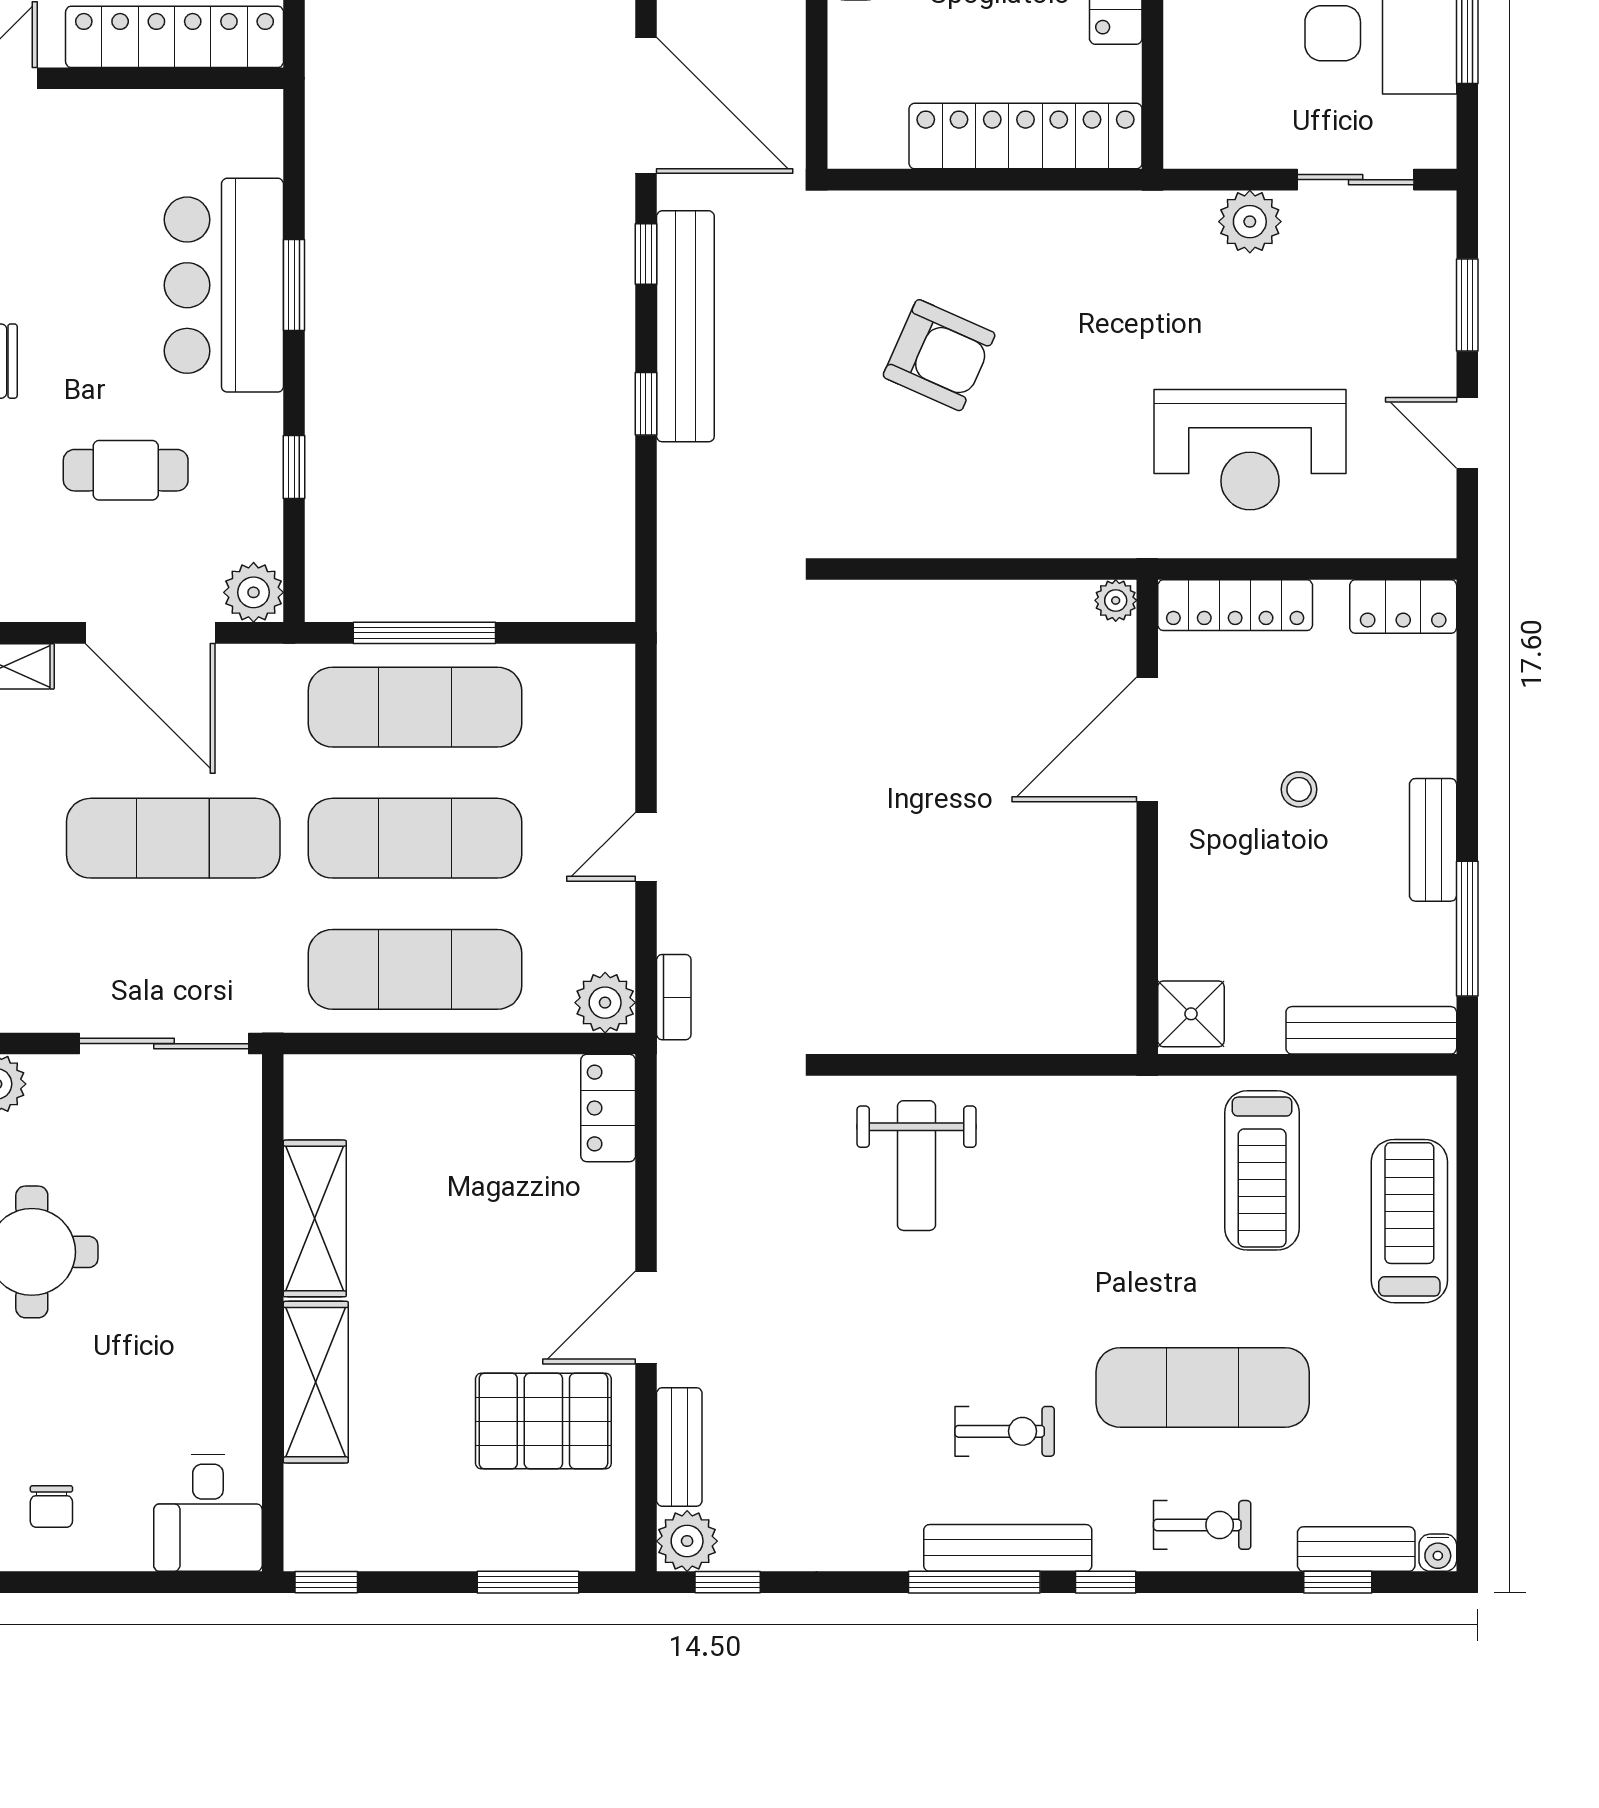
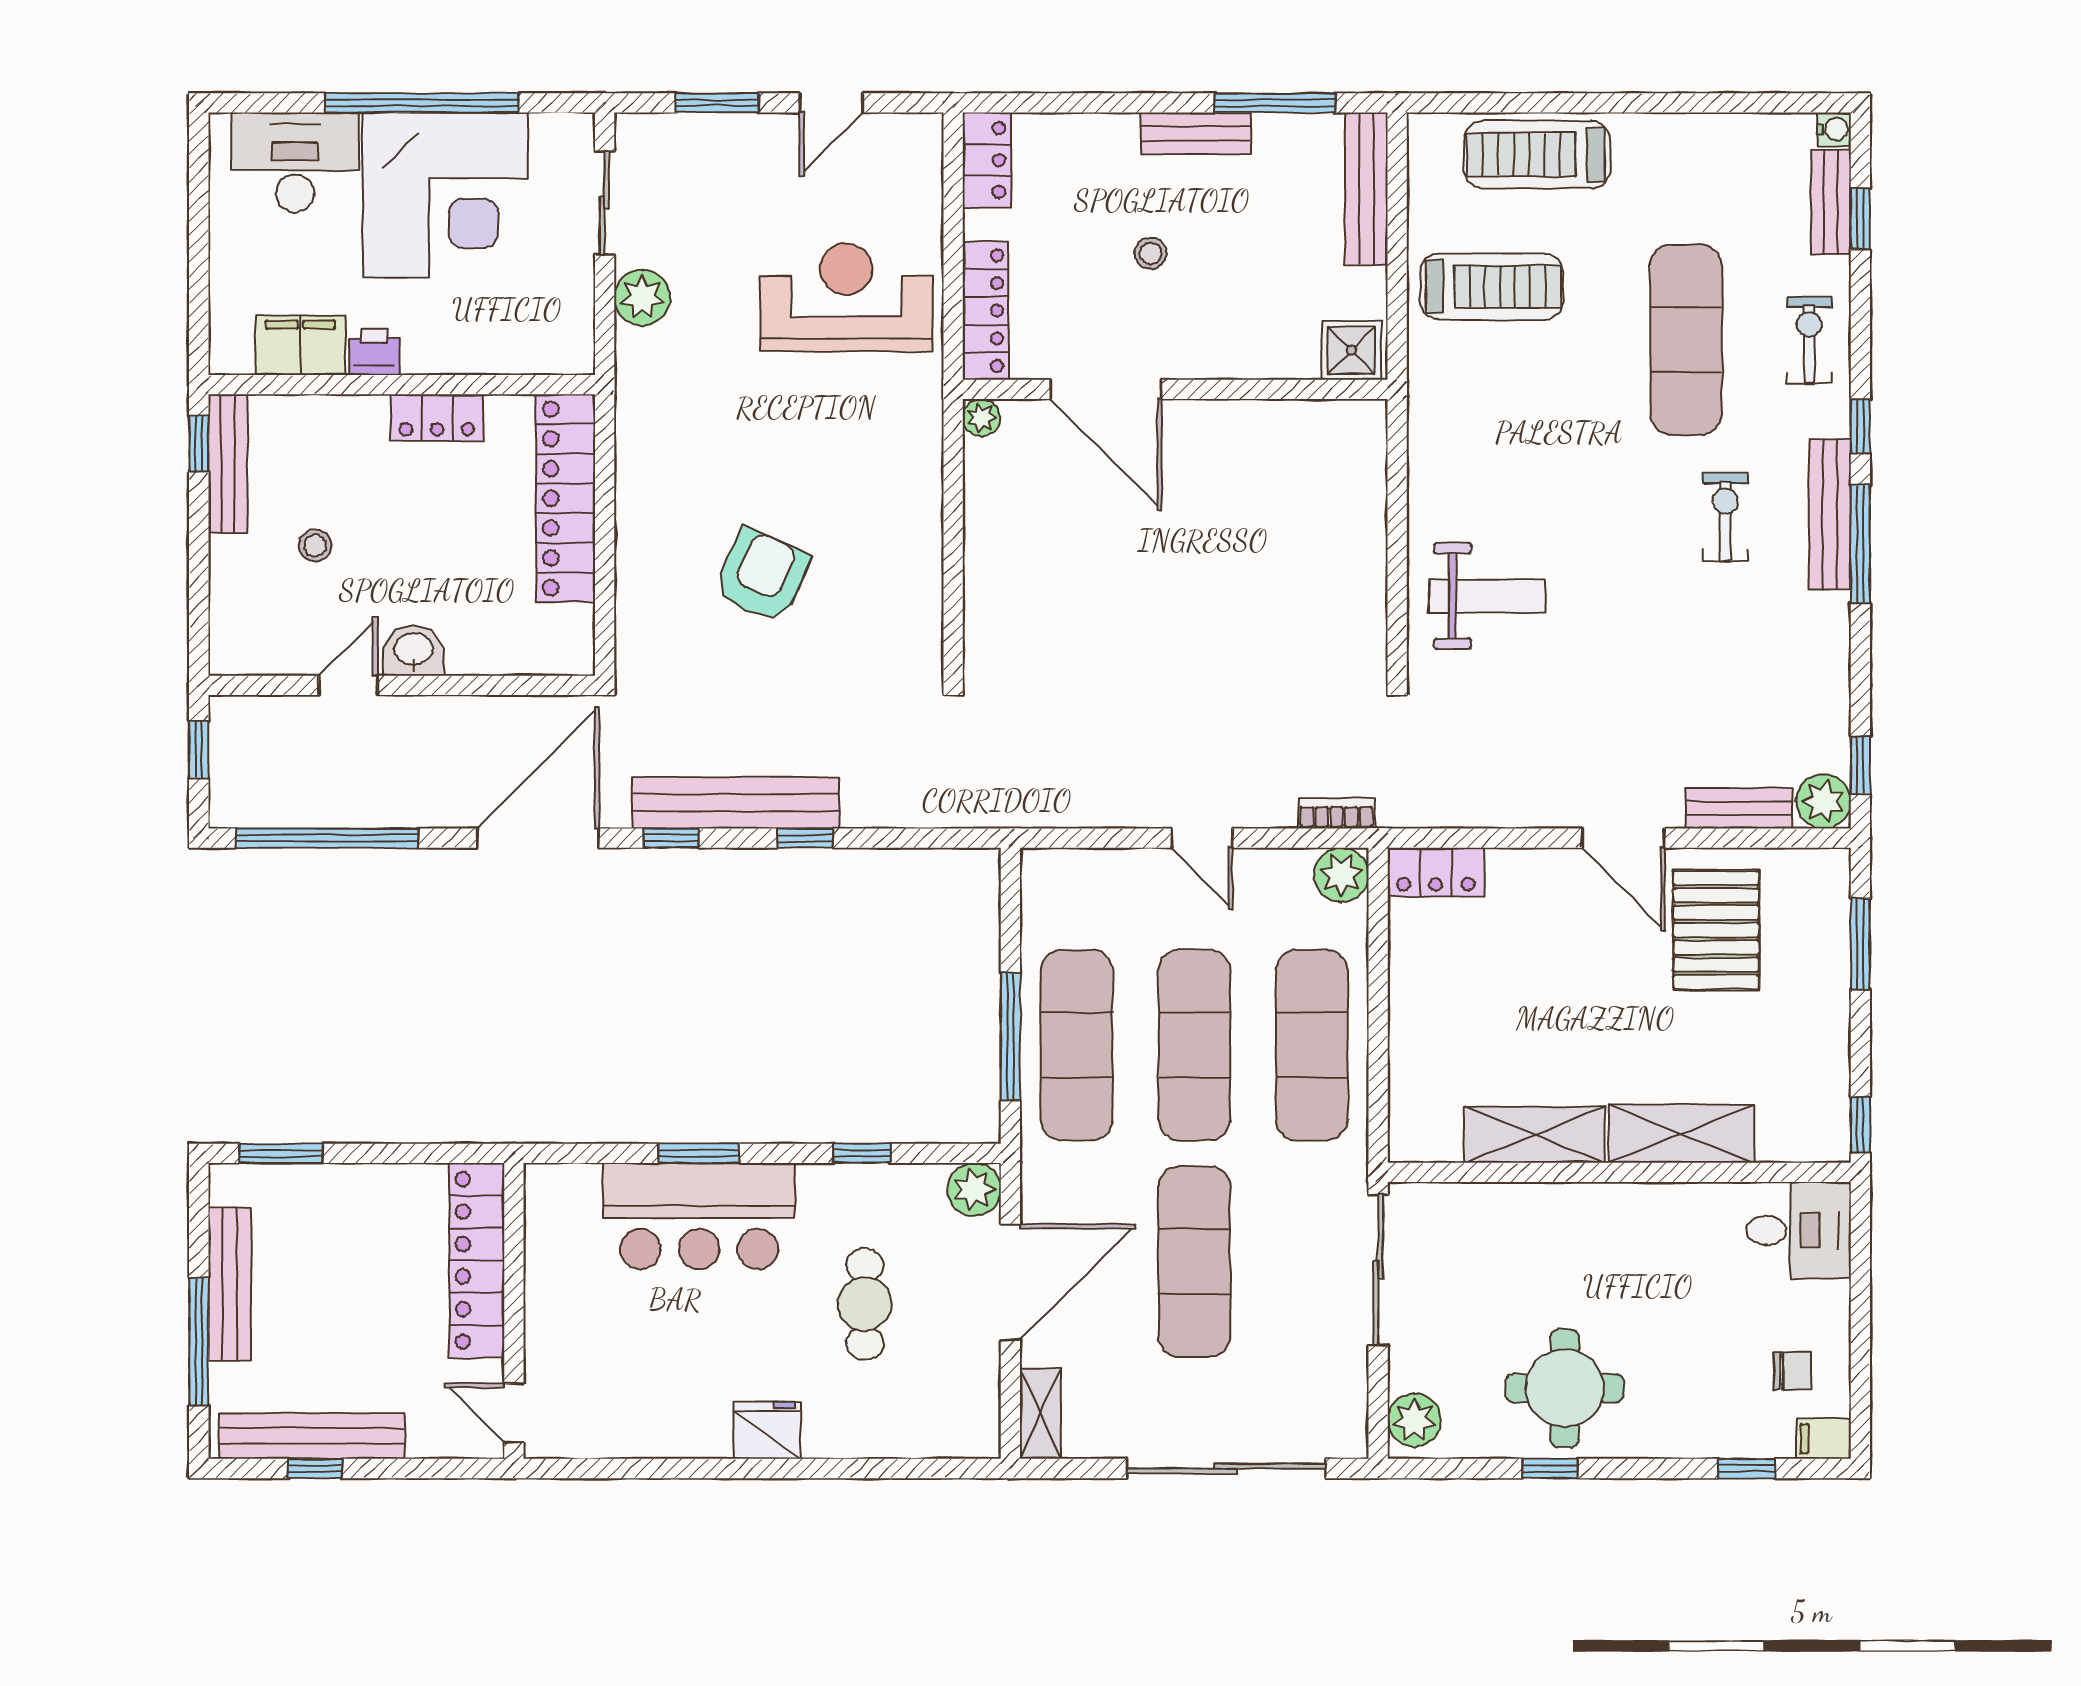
reception desk: (1250, 450) -> (846, 297), turned -90

